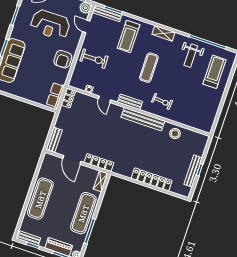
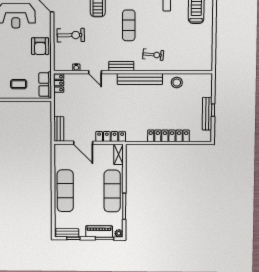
coffee table: (32, 87) -> (19, 84), added

